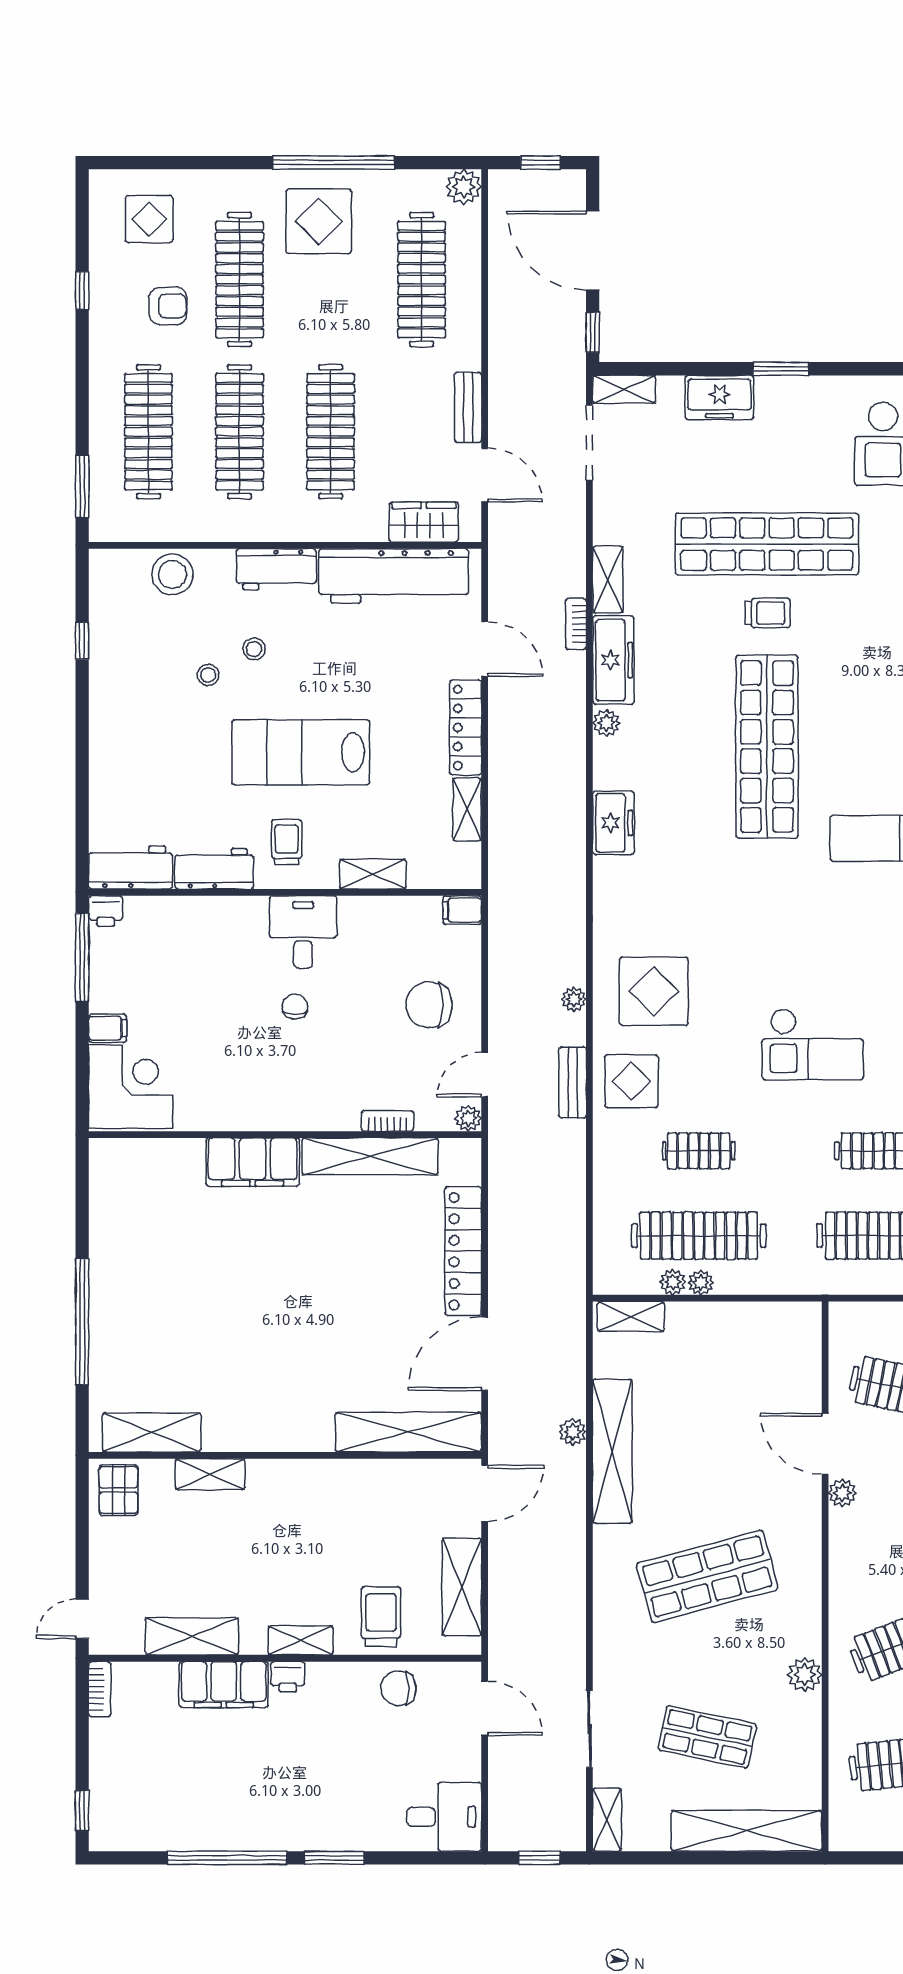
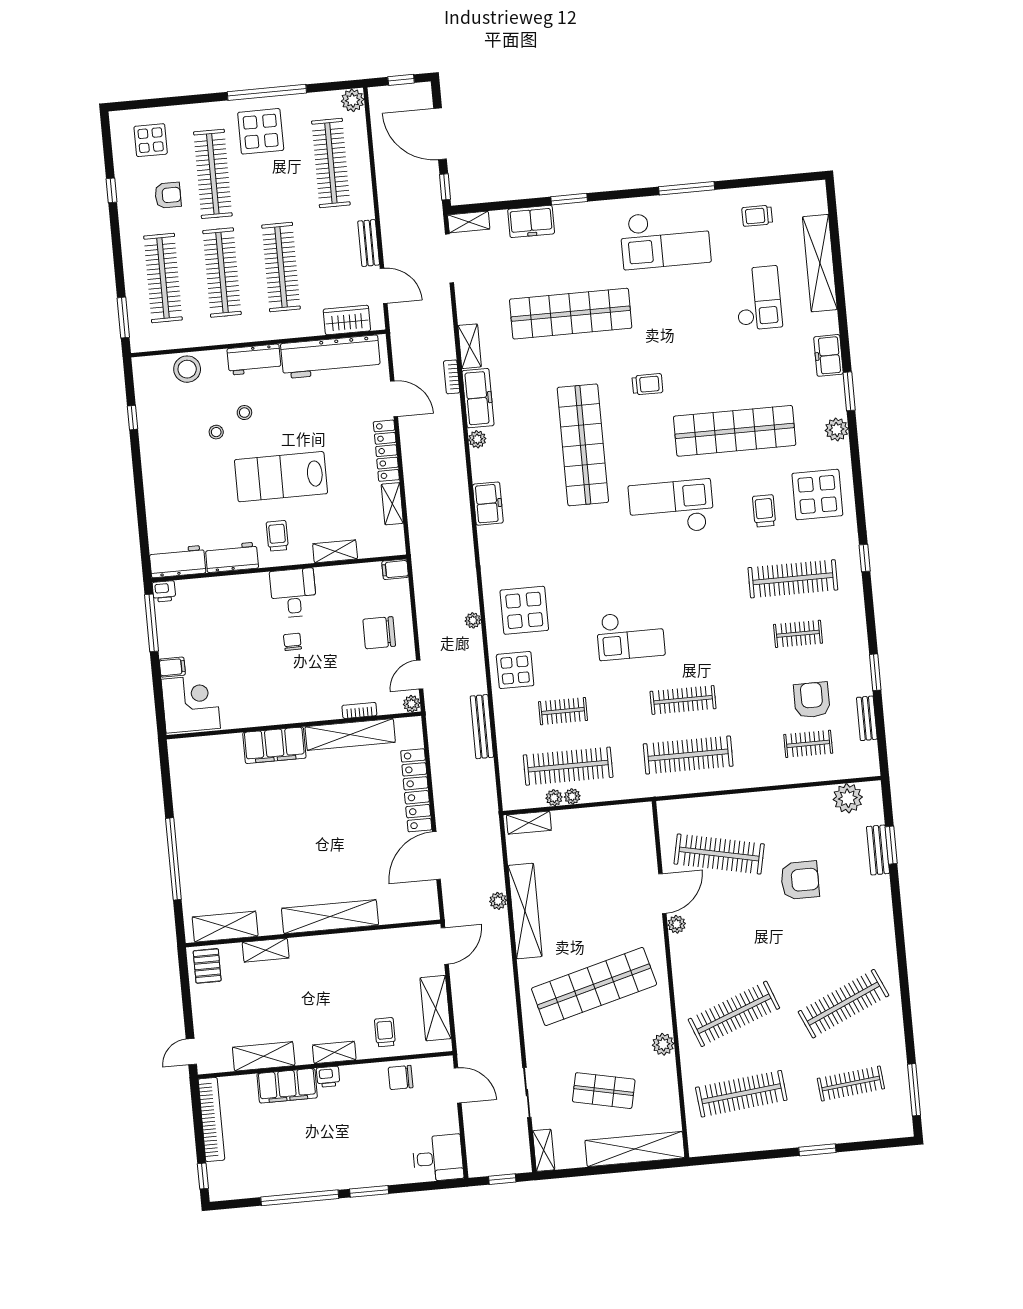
trolley: (768, 613) -> (647, 384), moved
bench: (573, 1083) -> (482, 727), moved, width x1.36
shelving: (408, 1432) -> (330, 917), moved
door: (825, 1444) -> (662, 894), swing flipped
shop shelf: (707, 1576) -> (594, 986), width x1.40
trolley: (381, 1617) -> (385, 1032), width x0.73, depth x0.72
bookcase: (100, 1689) -> (211, 1119), width x2.31, depth x1.31

